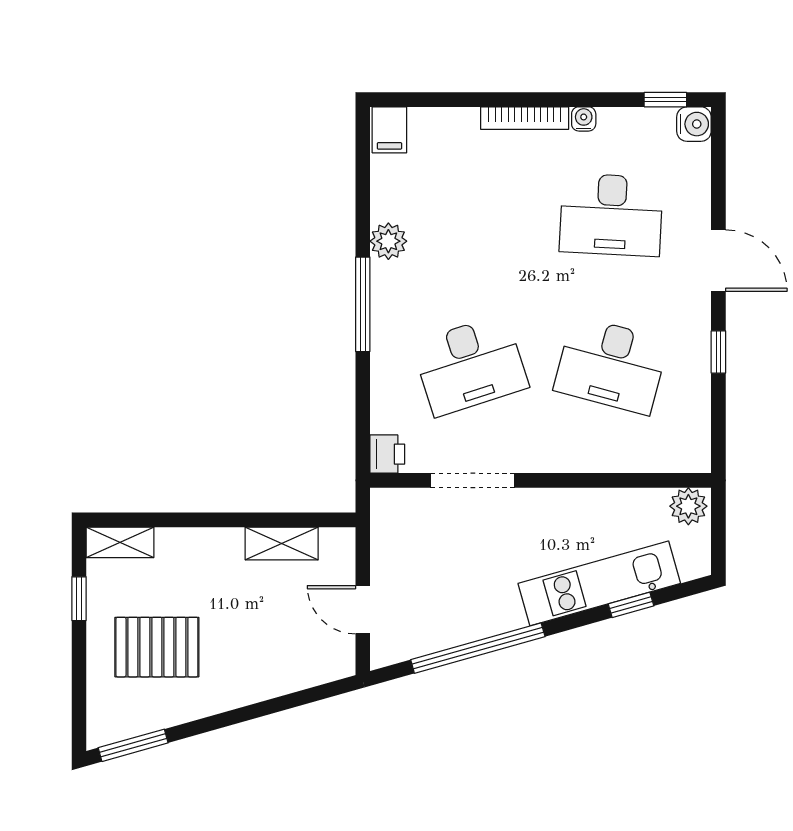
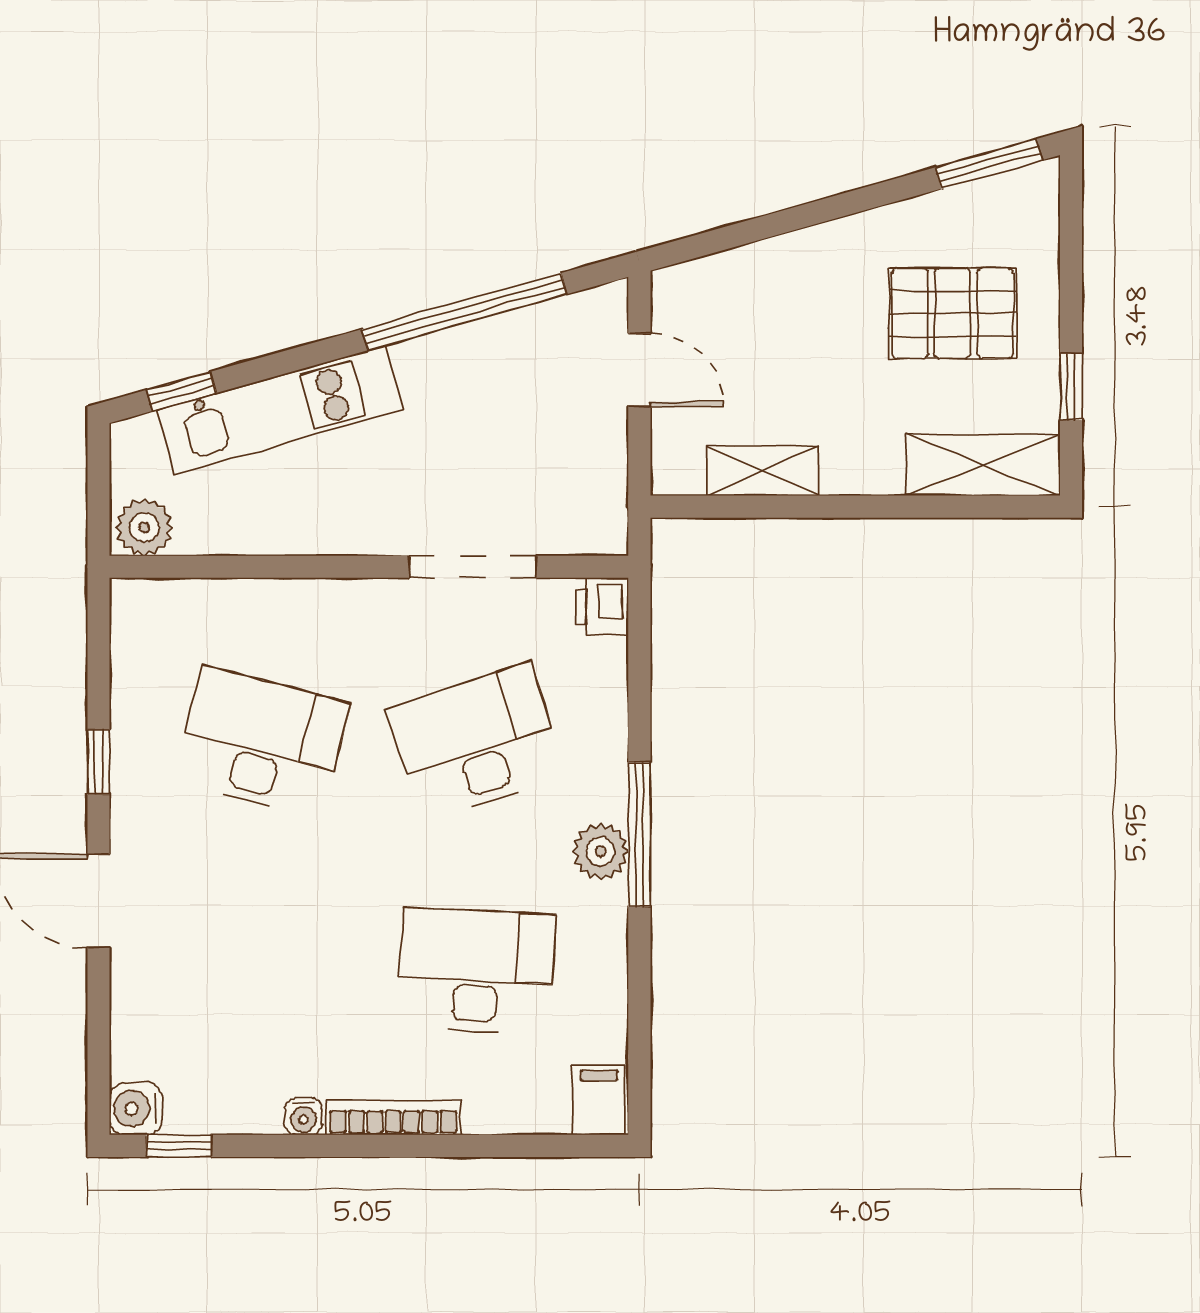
desk: (611, 215) -> (476, 971), moved
plant: (388, 241) -> (600, 851), moved
shelving: (120, 542) -> (983, 465), width x1.50, depth x1.33
window: (631, 605) -> (181, 391), moved

